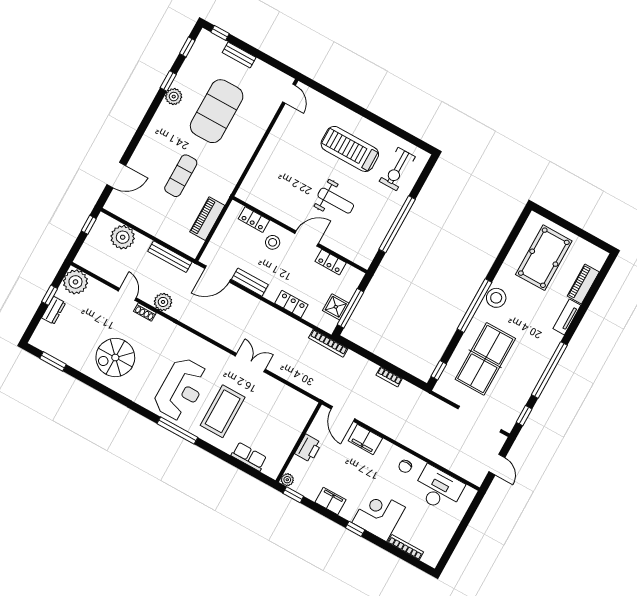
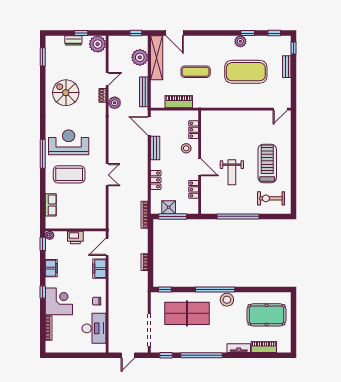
shelving: (135, 216) -> (157, 58), added
reception desk: (181, 389) -> (69, 142), turned 180

